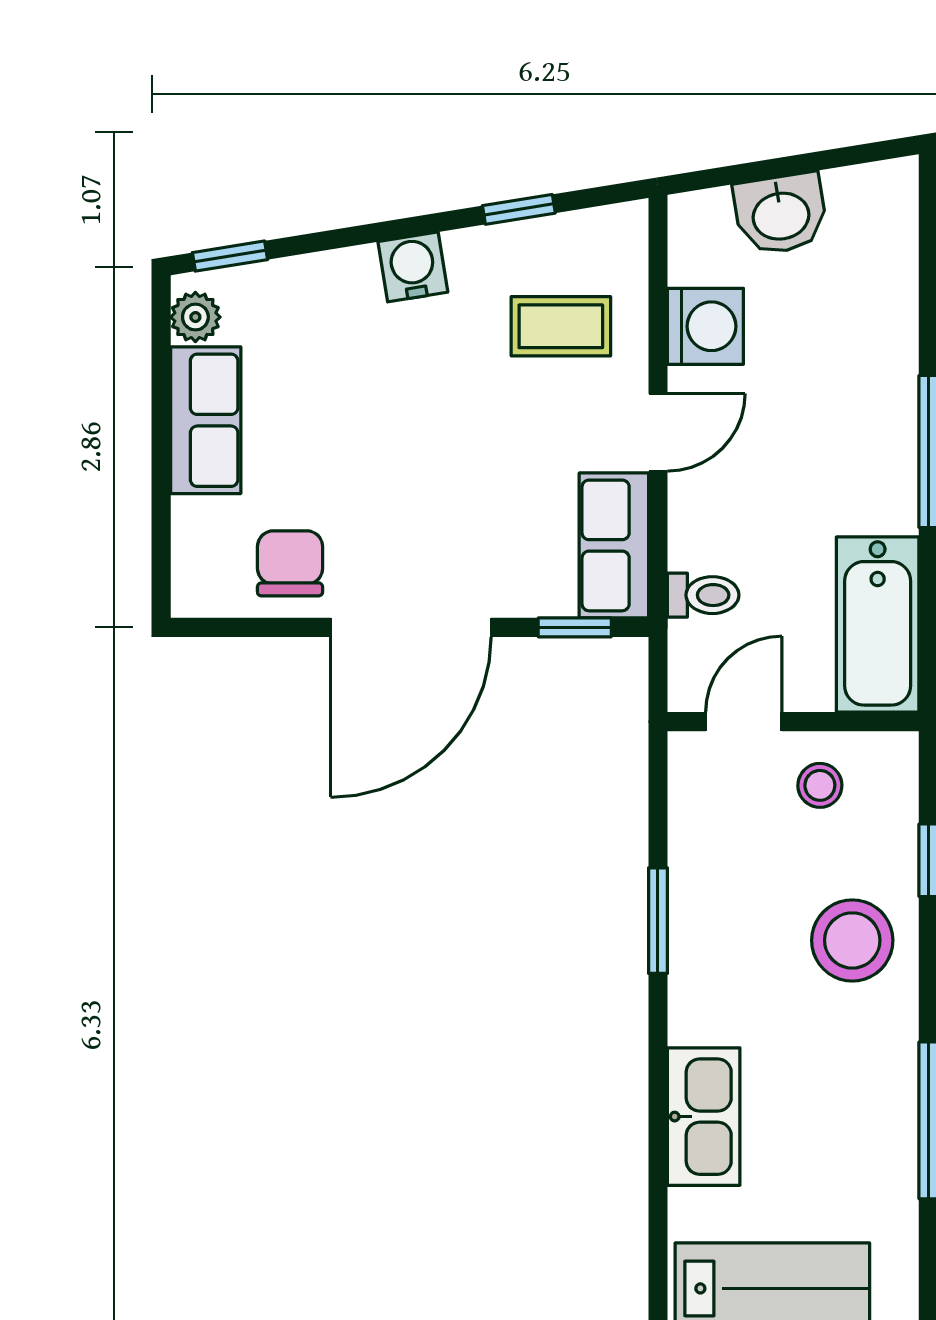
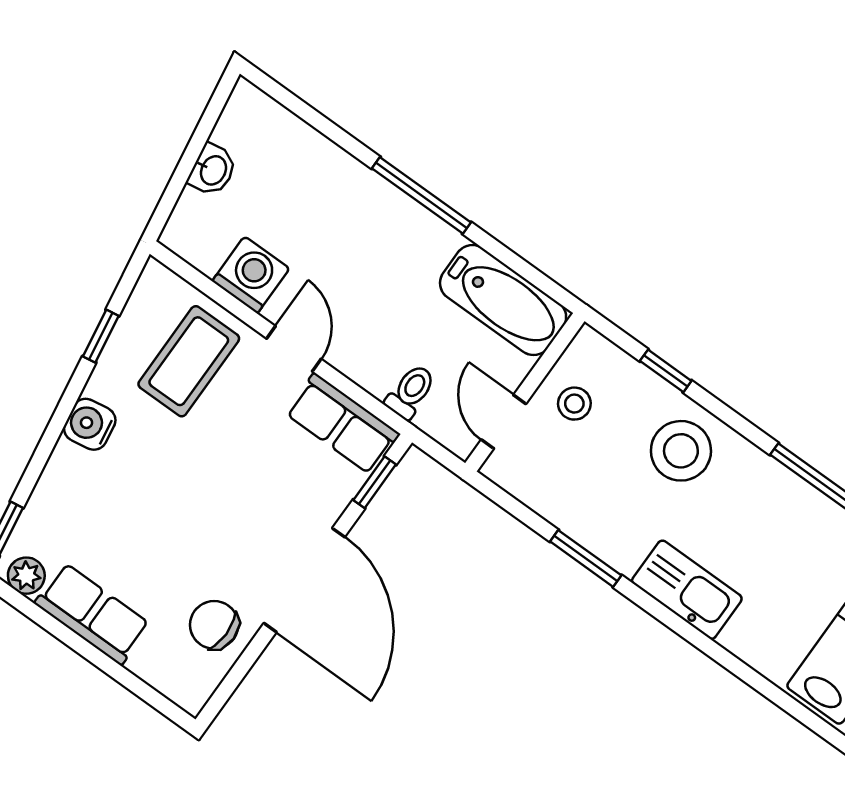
washbasin: (781, 214) -> (212, 170), width x0.72, depth x0.69
coffee table: (561, 326) -> (189, 361), width x1.36, depth x1.30
kitchen sink: (704, 1117) -> (687, 590), moved

